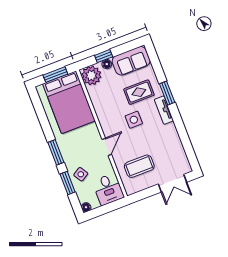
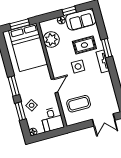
window: (104, 56) -> (69, 11), moved
plant: (91, 75) -> (51, 40), moved

